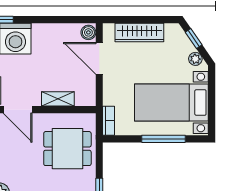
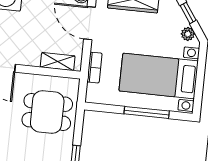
shelving: (58, 99) -> (58, 62), moved
bookcase: (109, 121) -> (94, 68), moved

